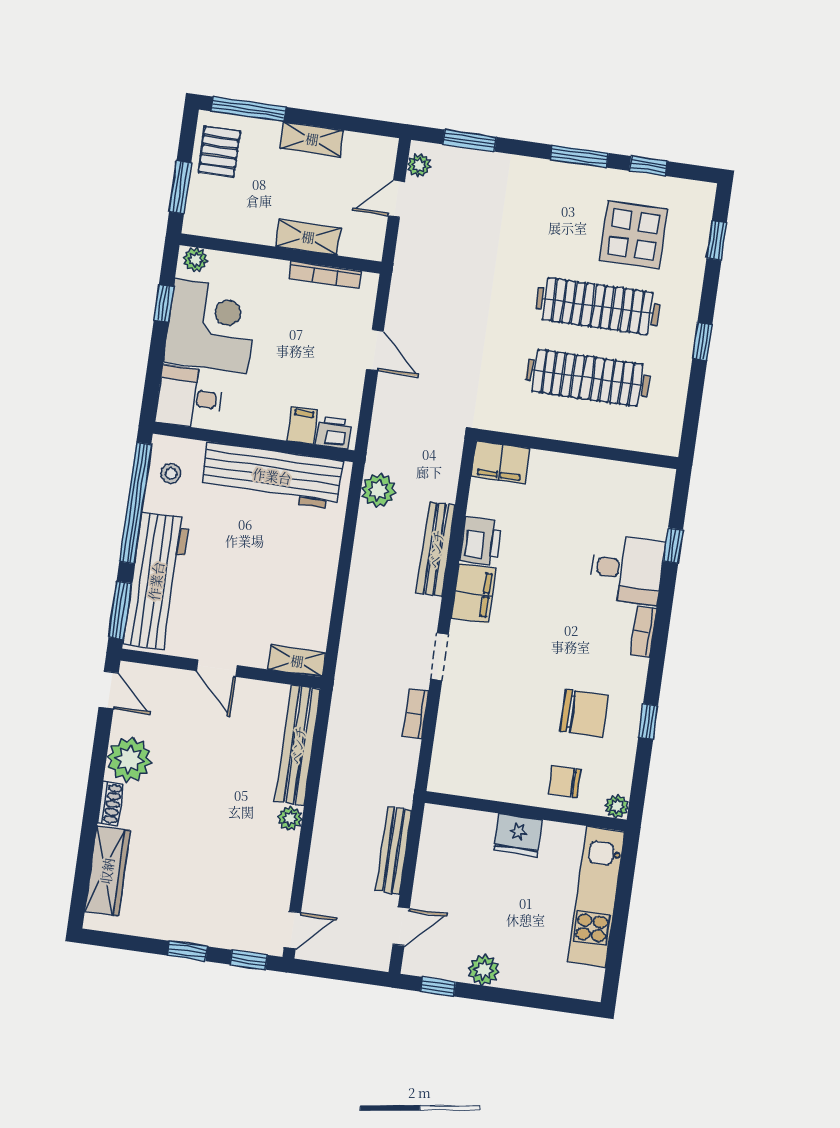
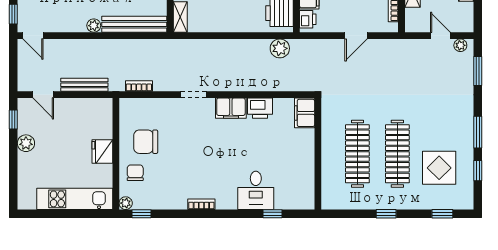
bench: (436, 549) -> (252, 84), removed
bookcase: (644, 632) -> (201, 204), moved
chair: (584, 713) -> (146, 142), moved, turned 90
bookcase: (416, 714) -> (139, 86), moved
window: (648, 722) -> (142, 214), moved

